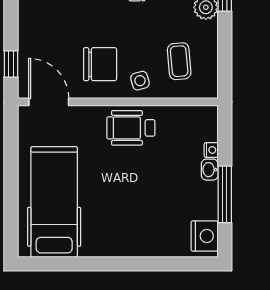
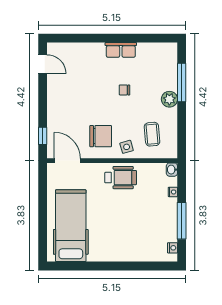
wheelchair: (131, 128) -> (121, 178), turned 180
washbasin: (210, 170) -> (172, 170), moved
nightstand: (205, 236) -> (172, 248), width x0.53, depth x0.56

